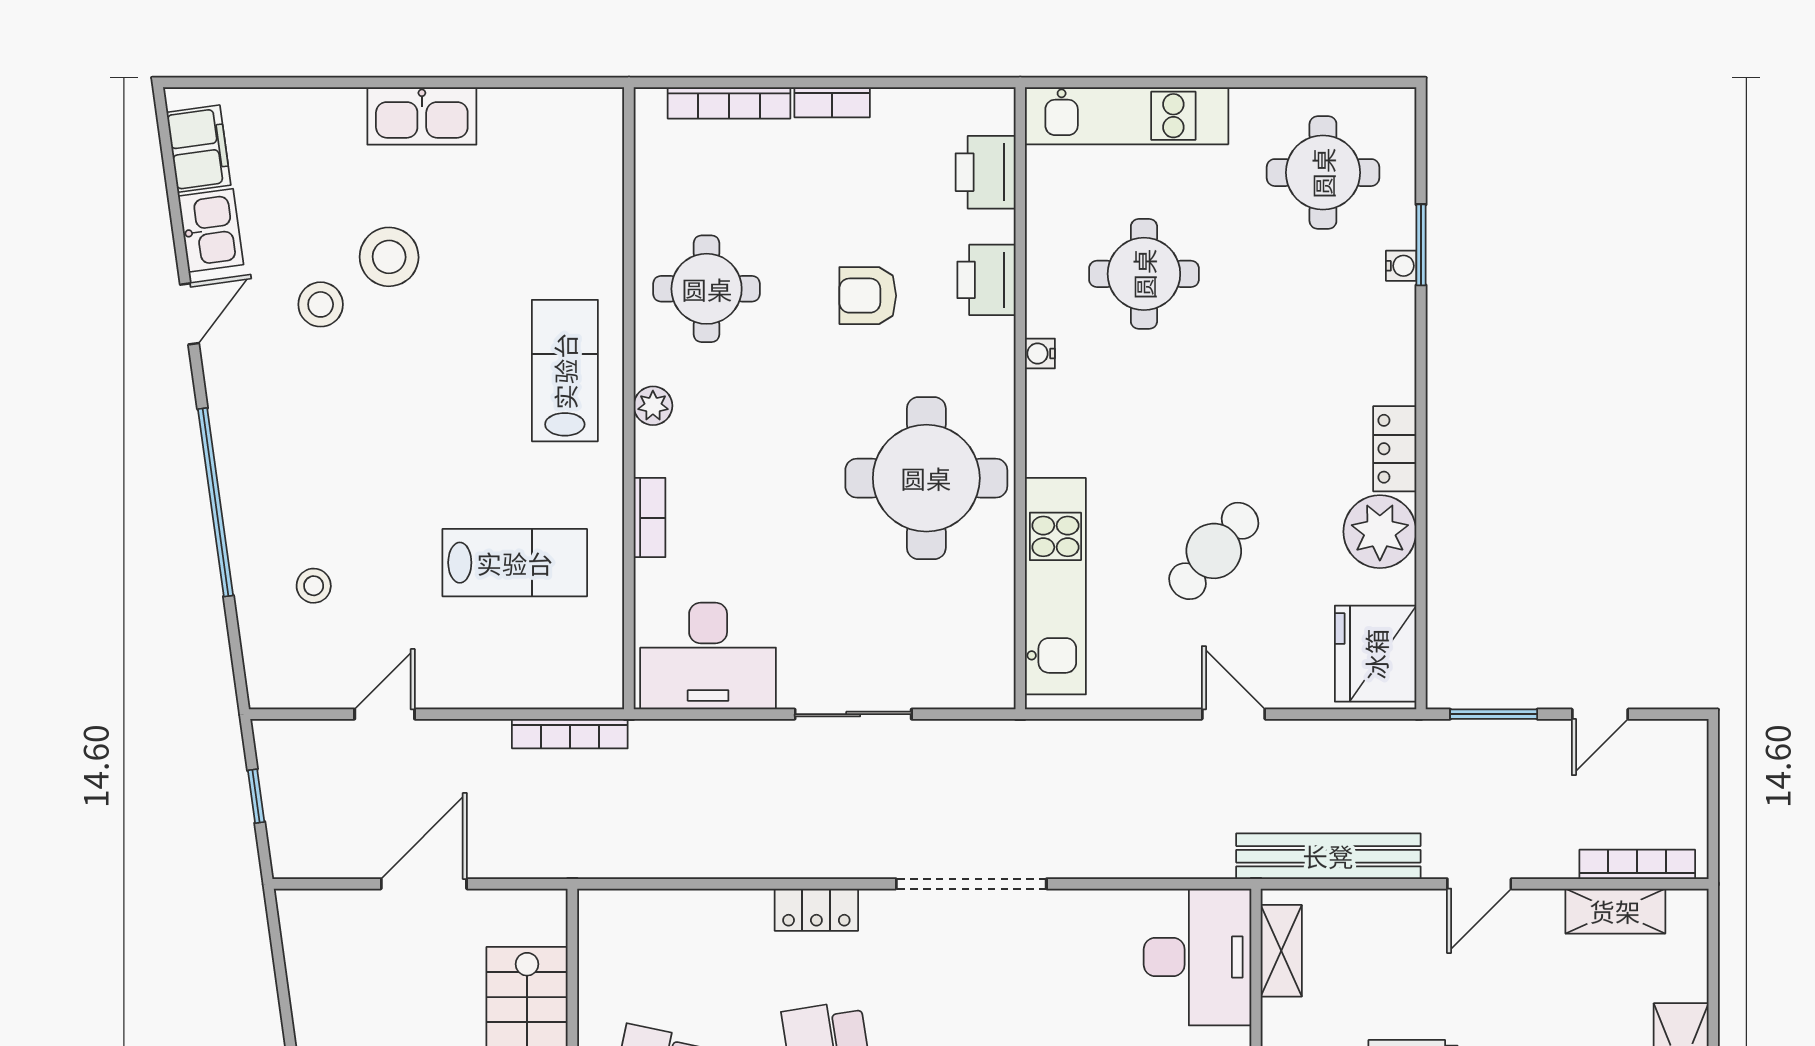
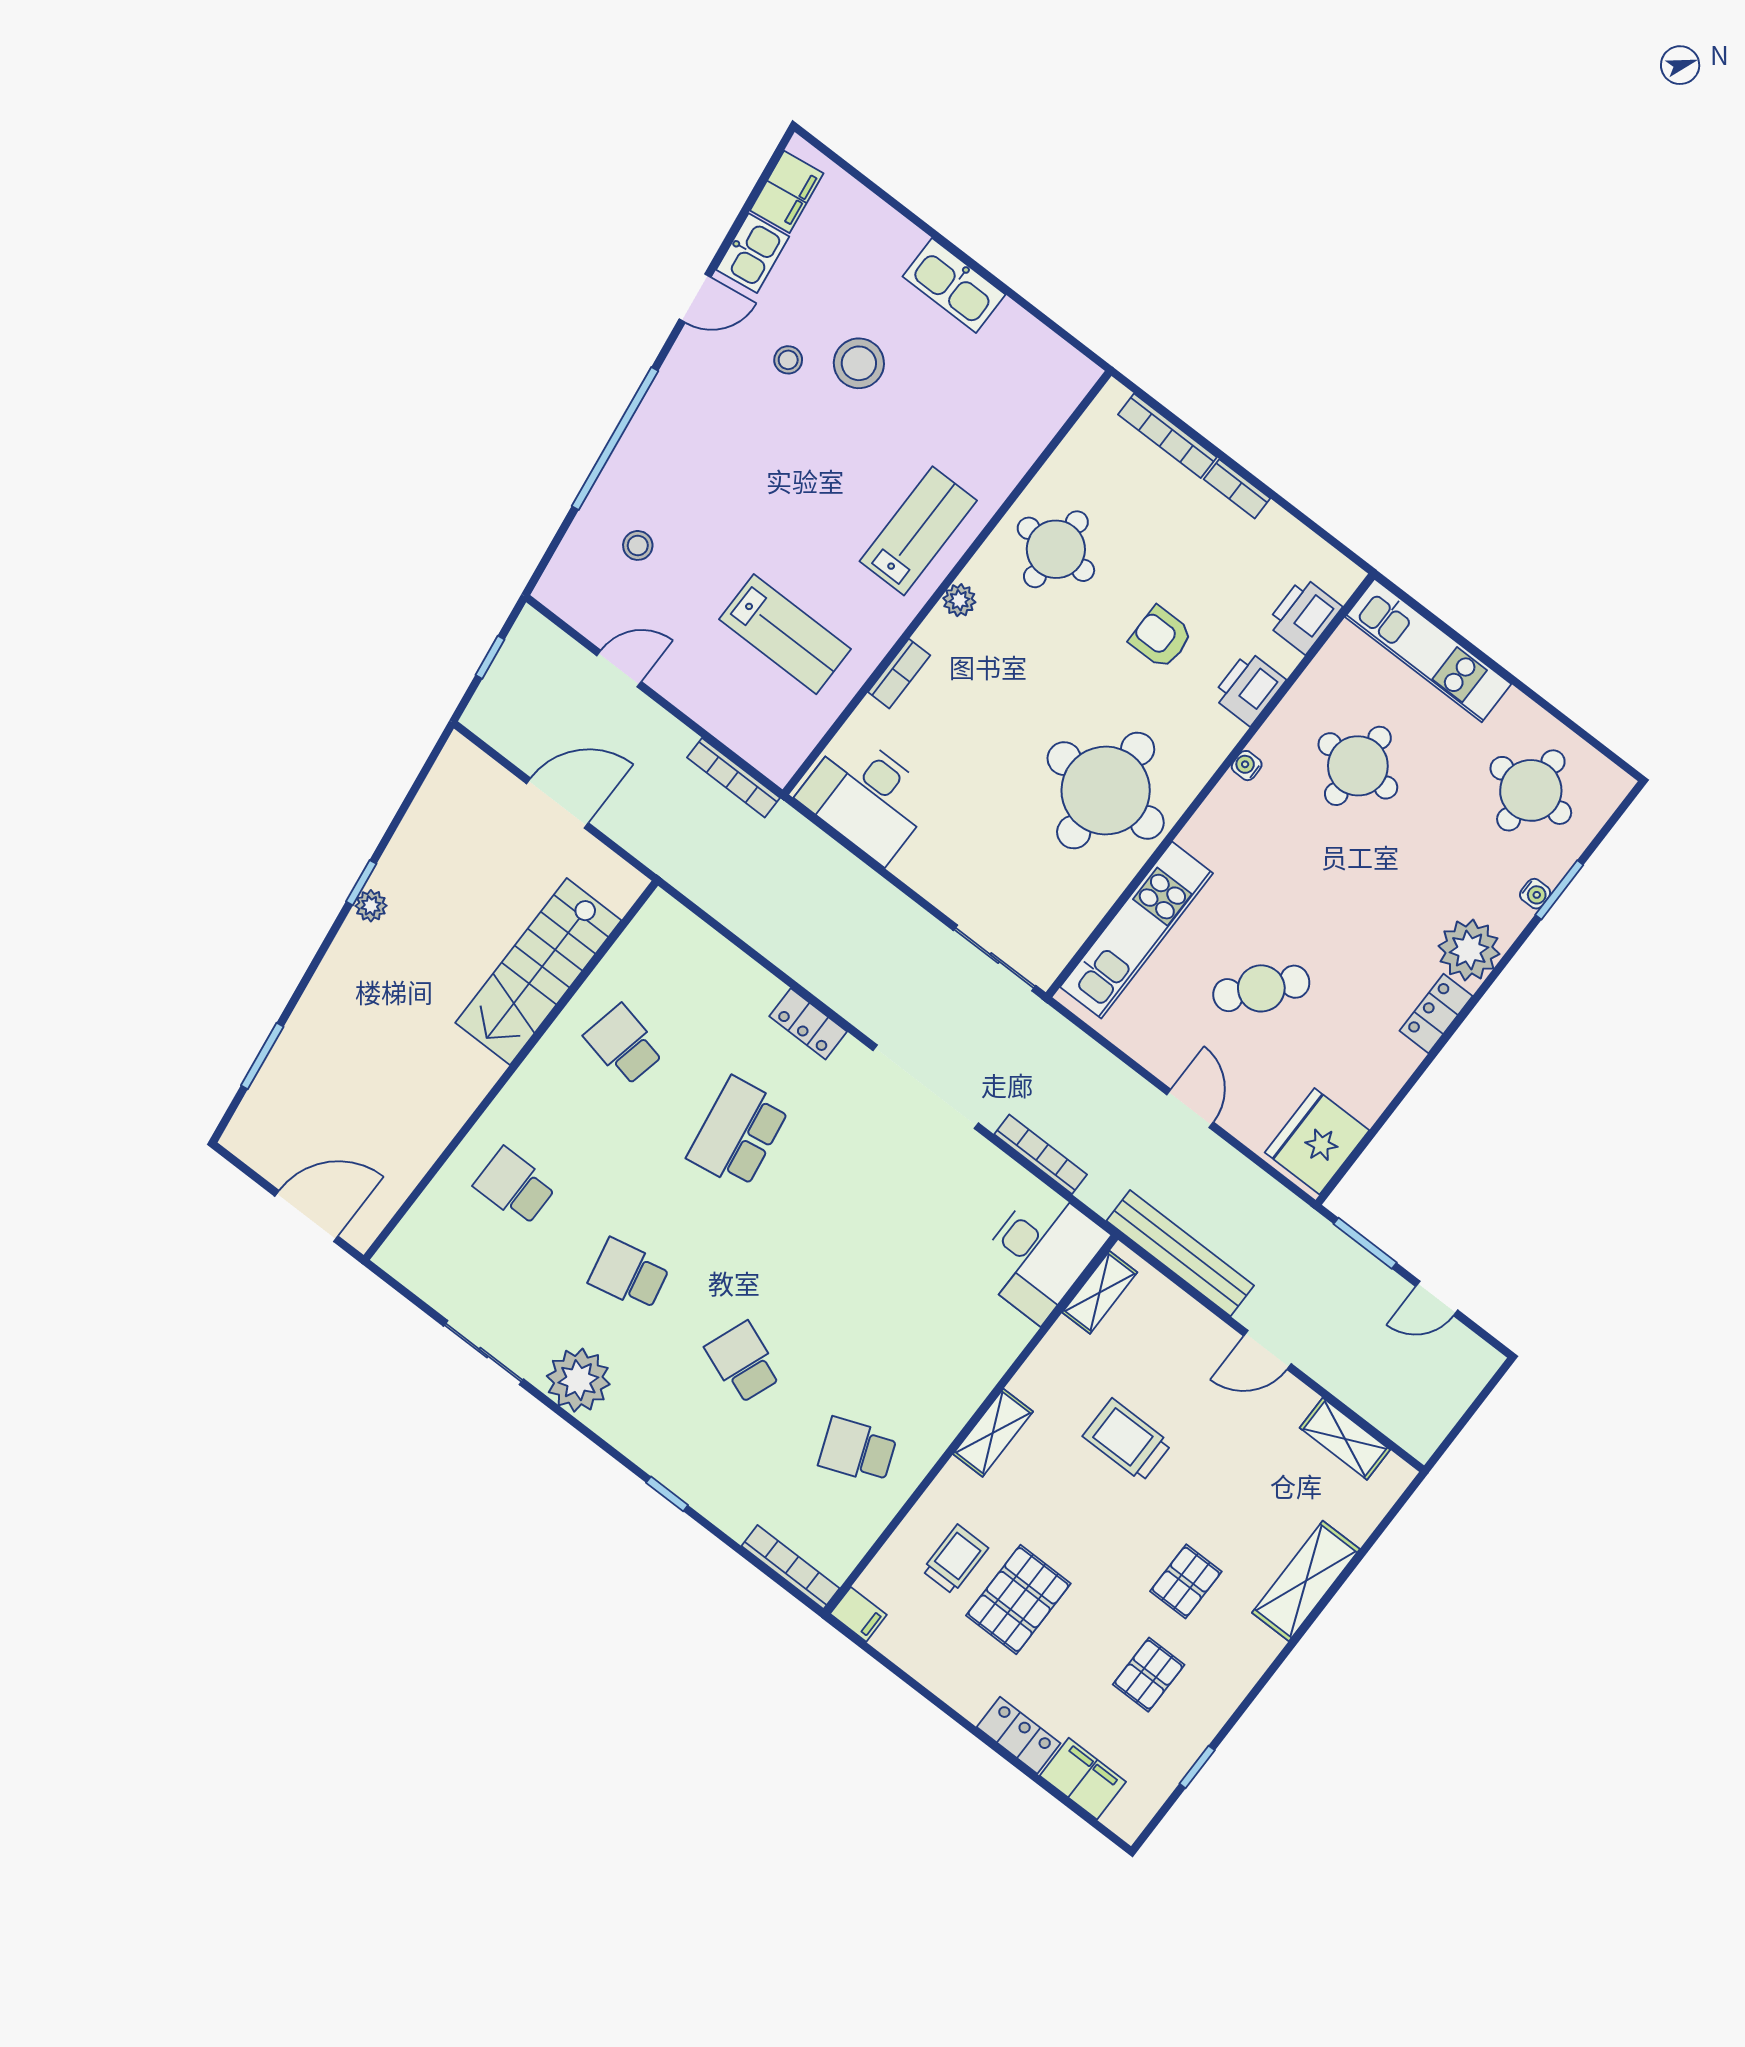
stool: (321, 304) -> (788, 360), width x0.73, depth x0.73
plant: (1380, 532) -> (1469, 950), moved
sliding door: (853, 714) -> (995, 958), moved
bookcase: (1637, 864) -> (1041, 1154), moved

